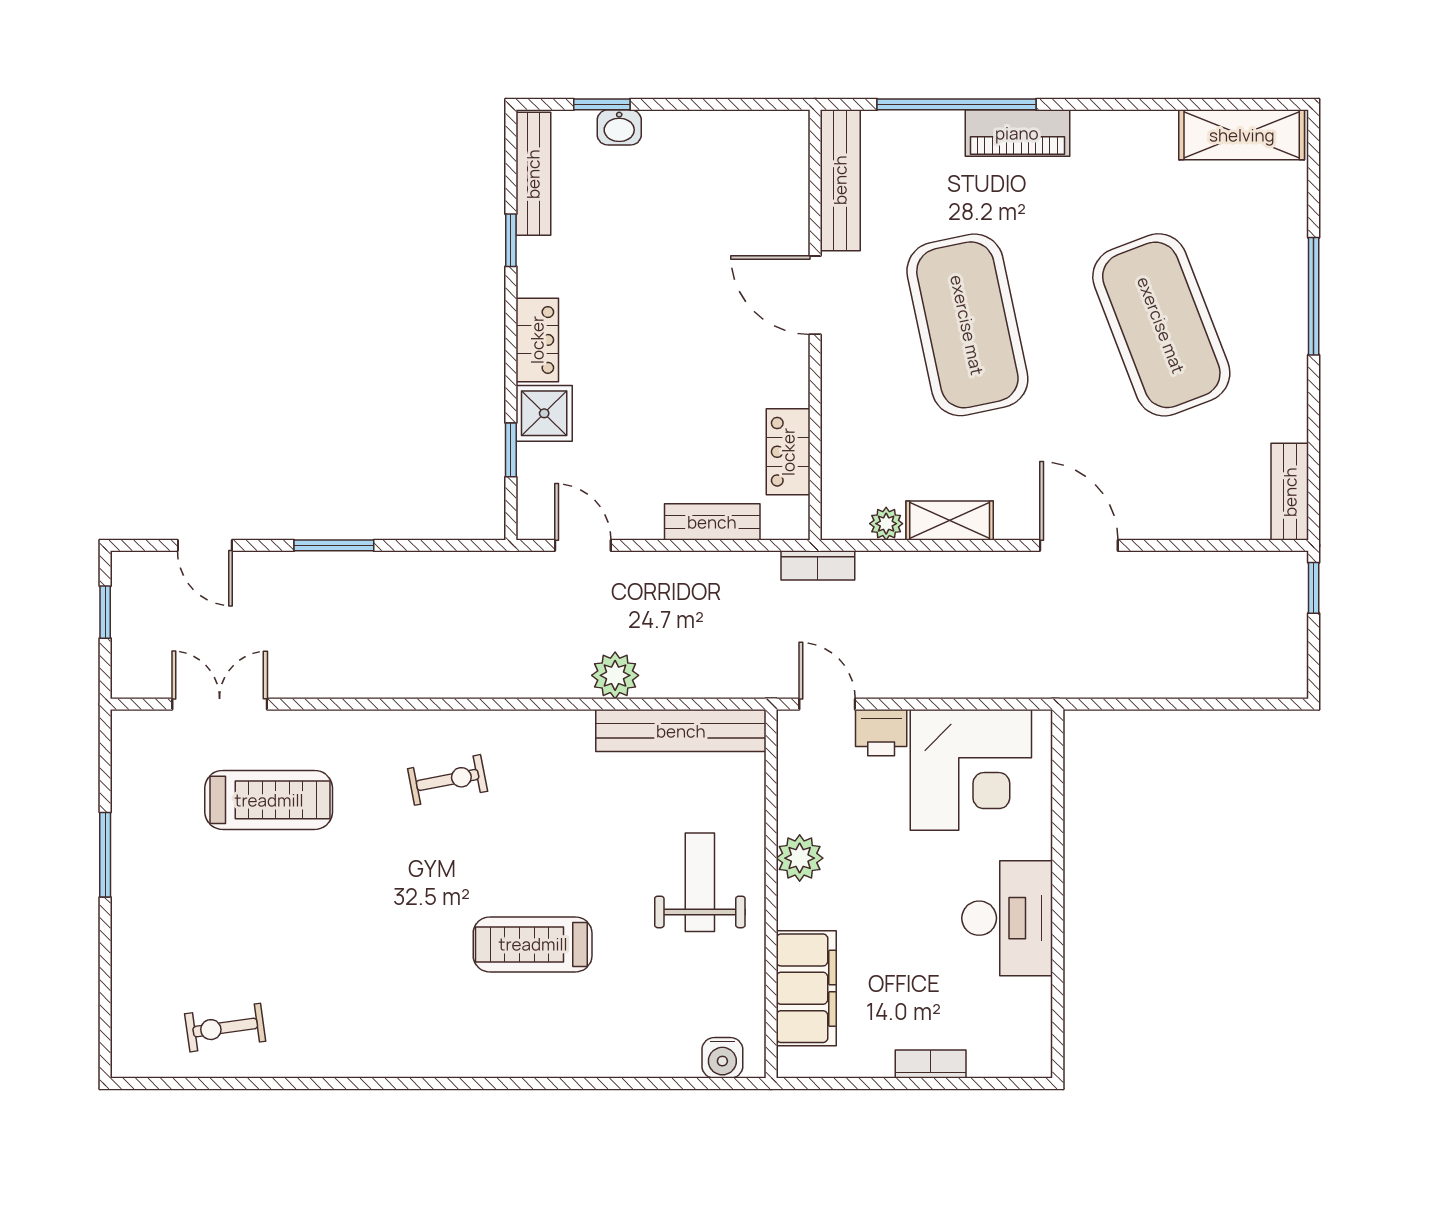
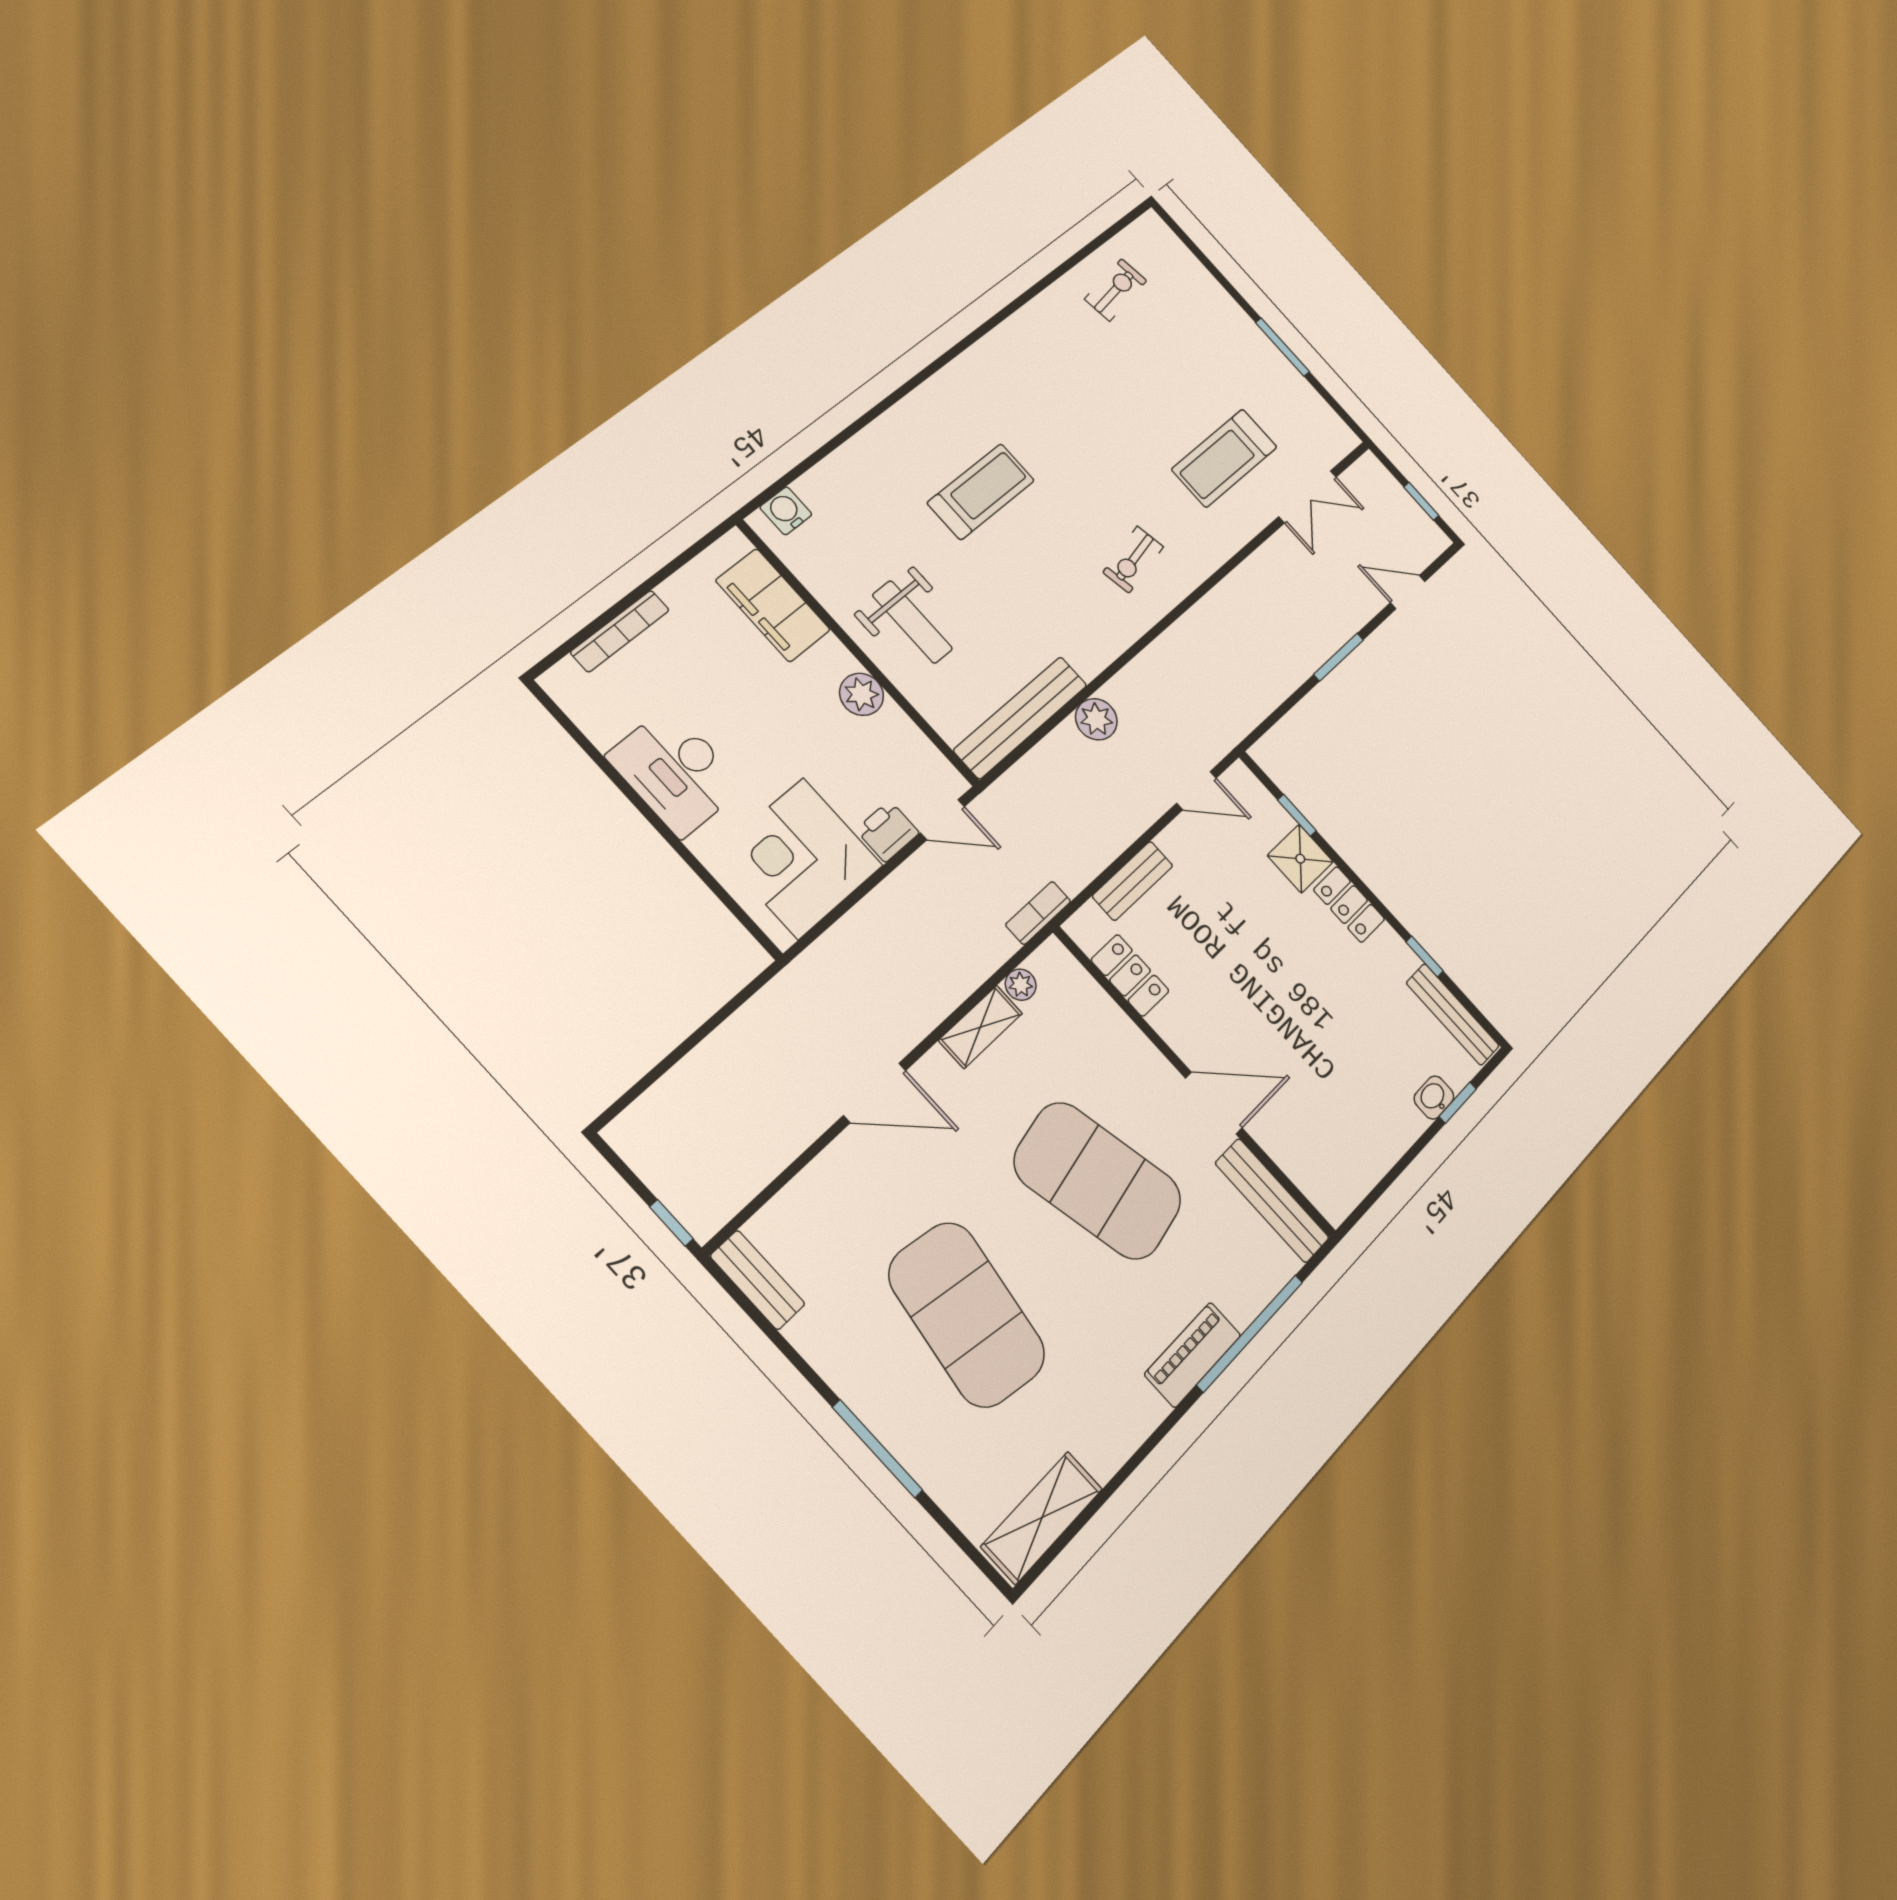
exercise mat: (1161, 325) -> (967, 1314), turned 30
bookcase: (931, 1064) -> (620, 631), width x1.56

